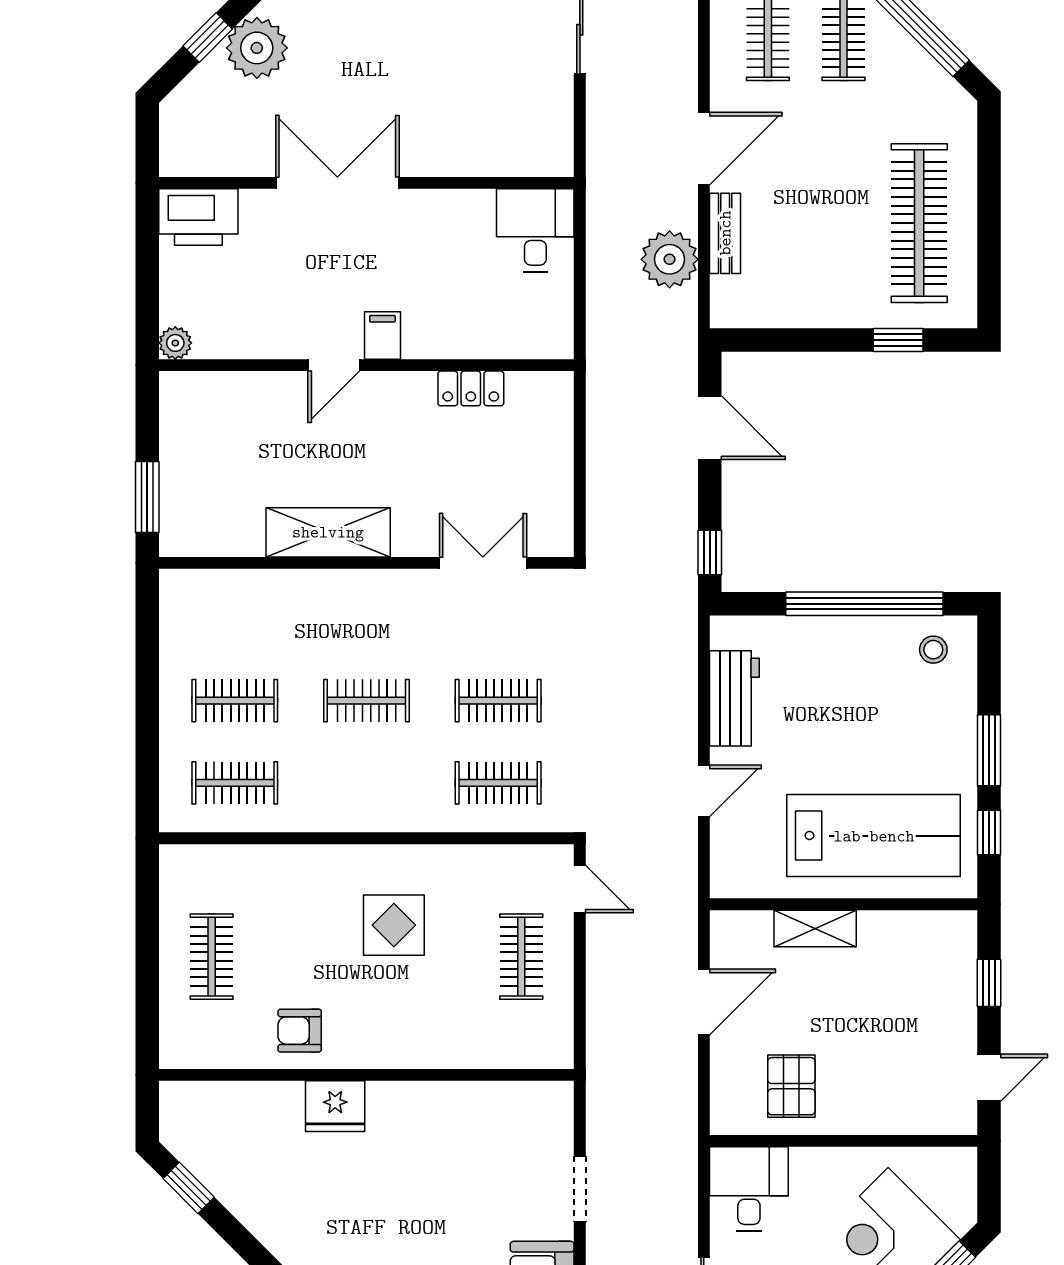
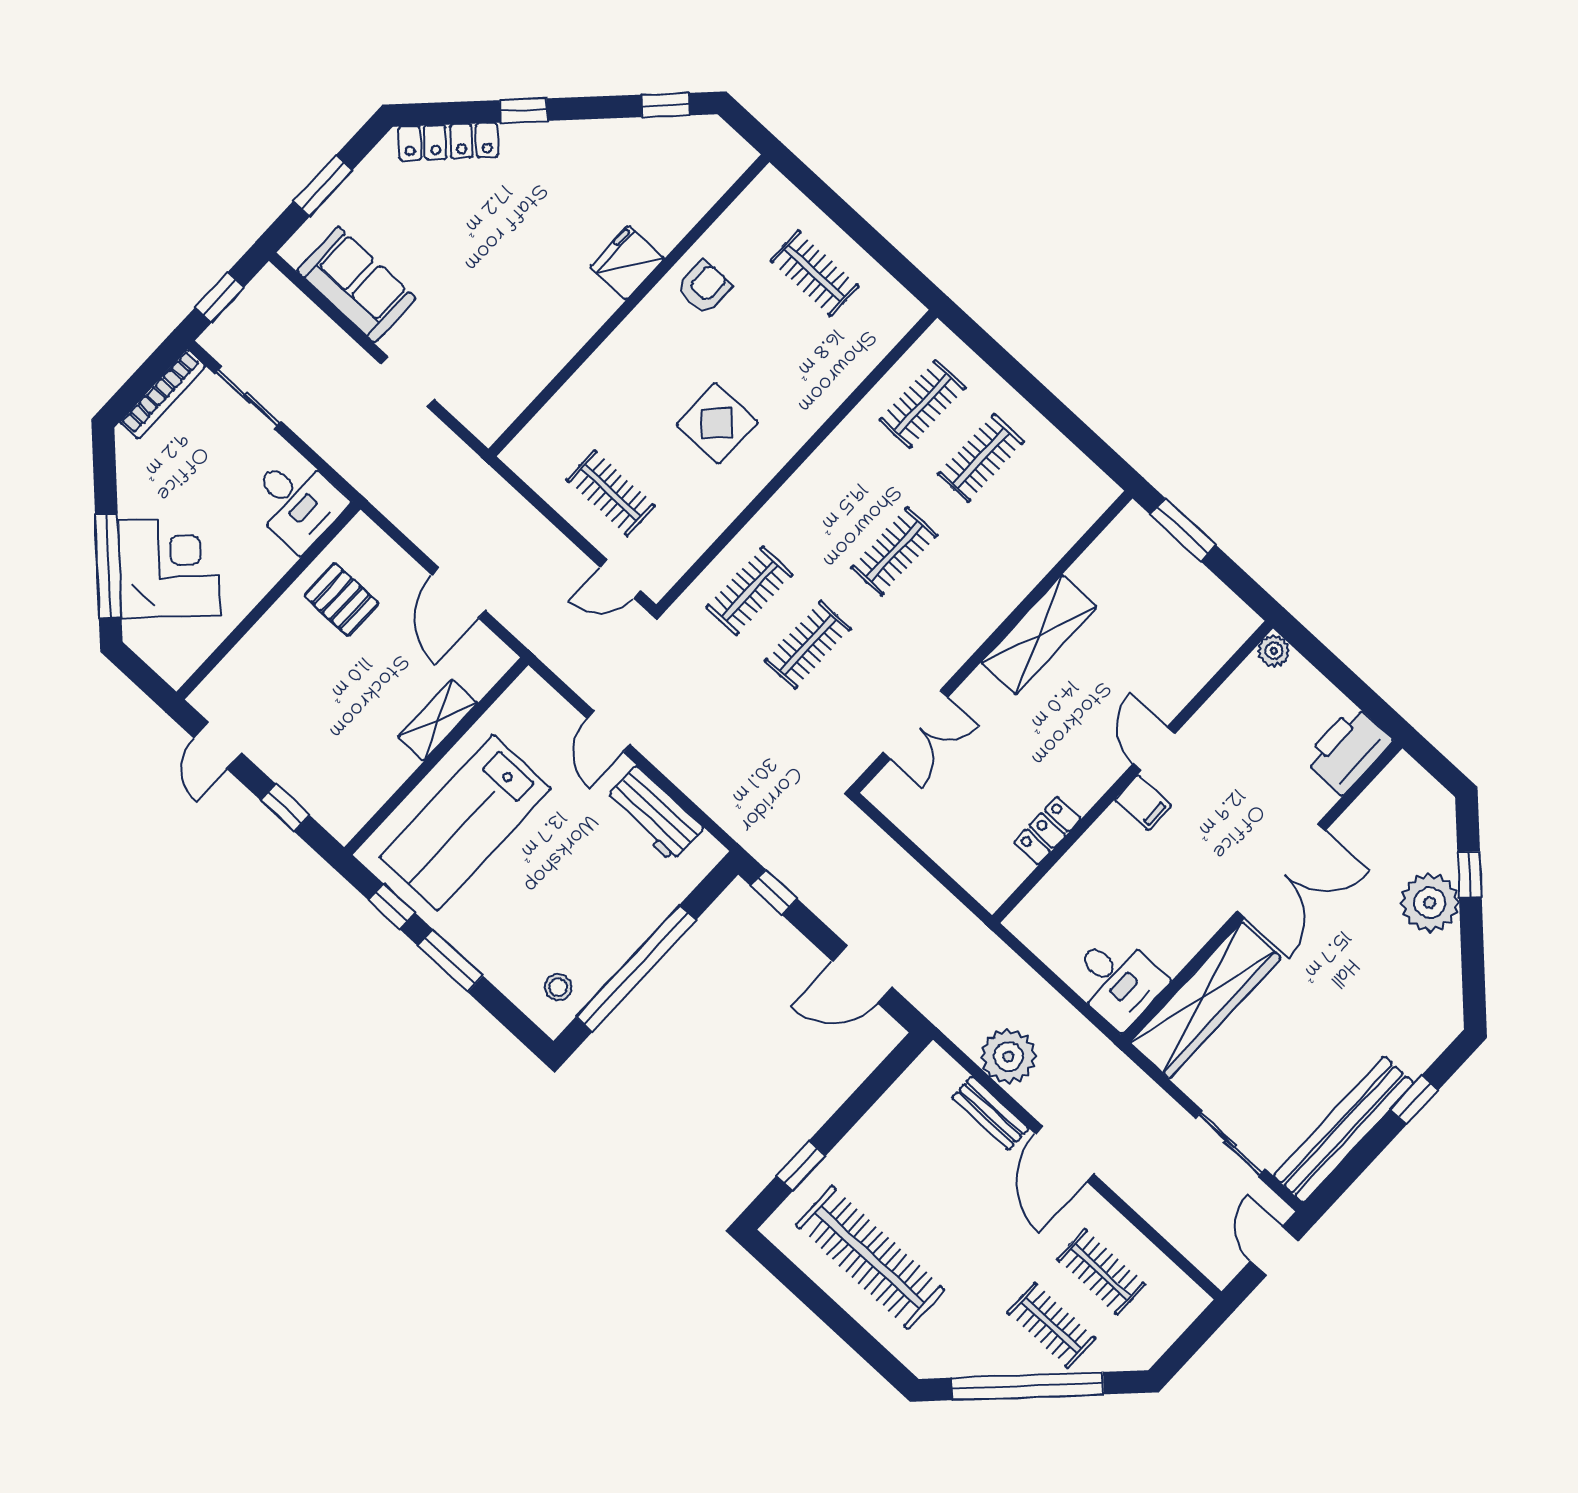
wardrobe: (488, 149) -> (1206, 1000), added

